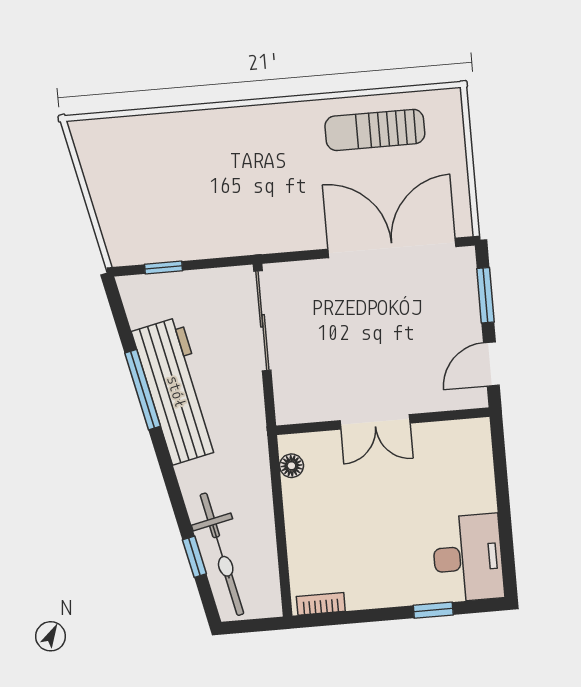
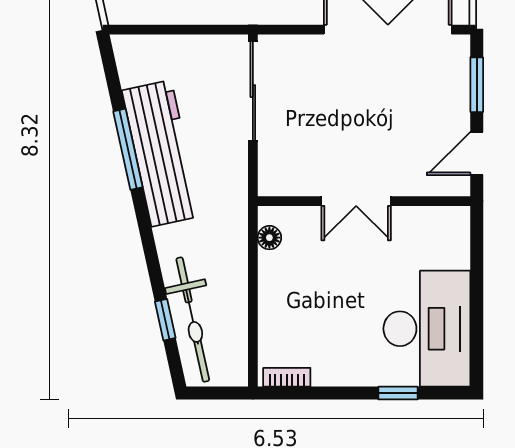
window: (164, 267) -> (159, 30), removed
desk: (468, 558) -> (427, 329), width x1.36, depth x1.30

